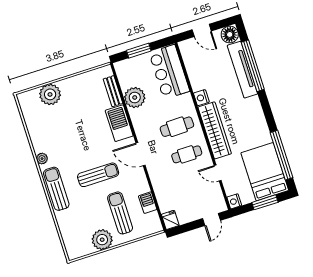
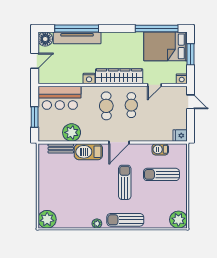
plant: (50, 94) -> (47, 219), moved
plant: (102, 240) -> (178, 220), moved

